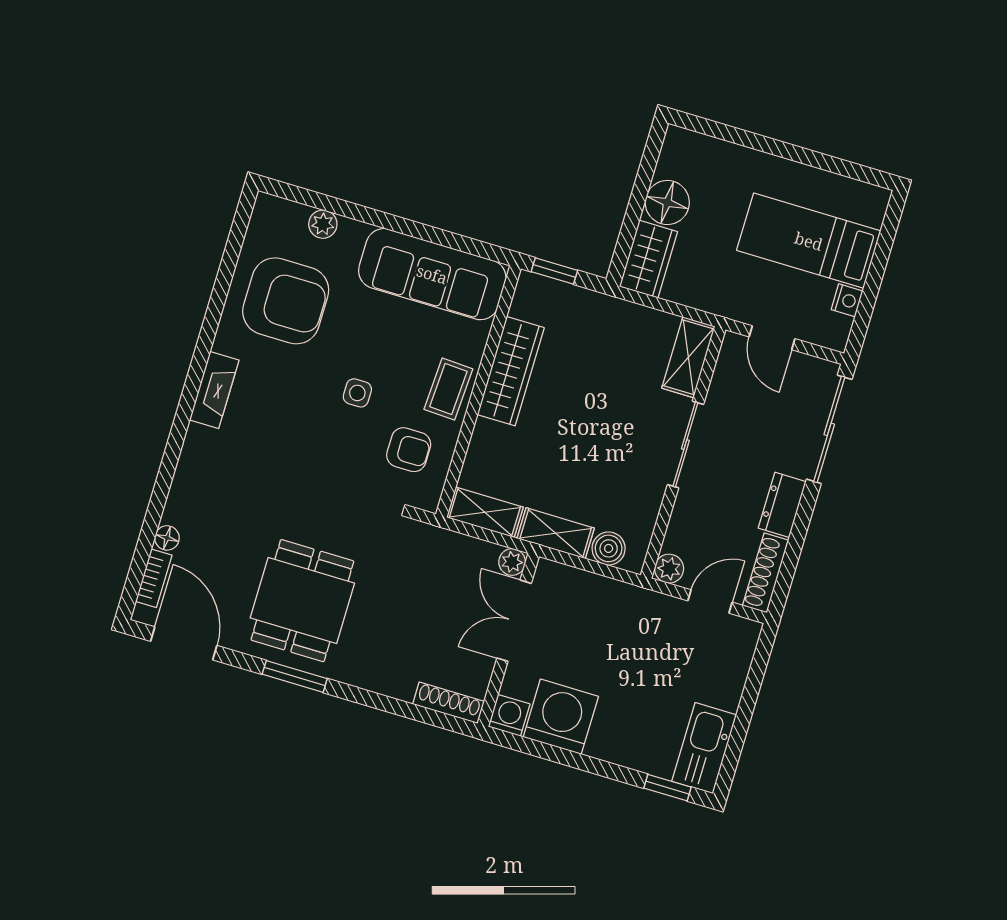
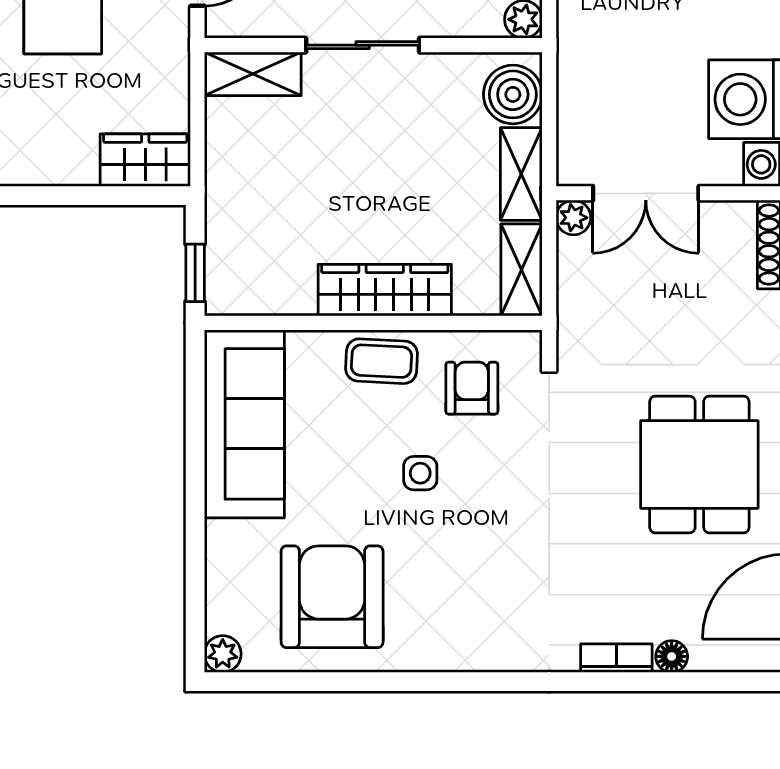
floor lamp: (667, 203) -> (68, 158), removed
plant: (323, 224) -> (223, 654), moved
wardrobe: (511, 371) -> (385, 290), moved
fireplace: (214, 390) -> (470, 652), removed
boiler: (609, 548) -> (513, 94), width x1.36, depth x1.36
bookcase: (154, 578) -> (616, 658), moved
dining table: (302, 601) -> (699, 465), turned 90

